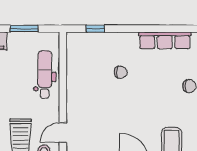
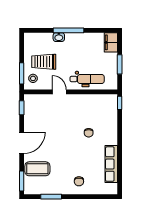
window: (95, 29) -> (120, 103), moved
door: (63, 133) -> (59, 92), moved

